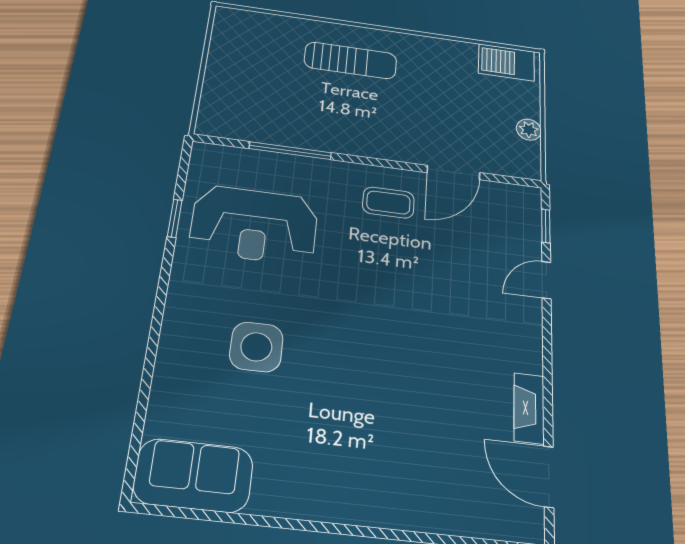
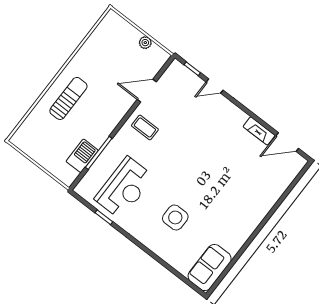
barbecue: (506, 62) -> (82, 156), moved, turned 180
door: (453, 173) -> (147, 91), swing flipped
coffee table: (388, 203) -> (145, 127), turned 90
door: (546, 280) -> (215, 86), hinge flipped

